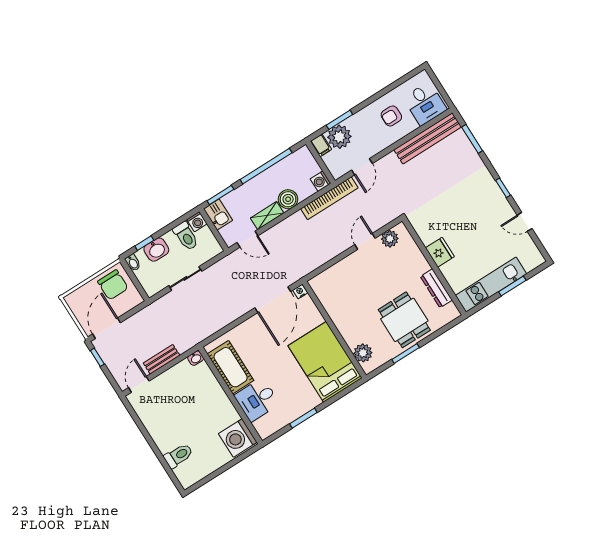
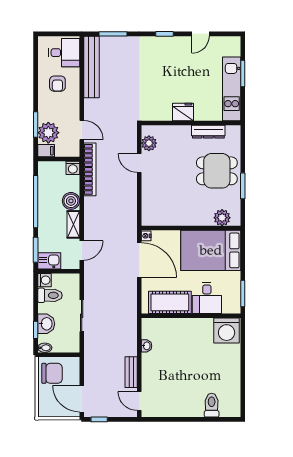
cot: (231, 367) -> (170, 302), moved
wall: (230, 395) -> (191, 316), moved
desk: (257, 400) -> (207, 298), moved
washing machine: (238, 438) -> (227, 331), moved

